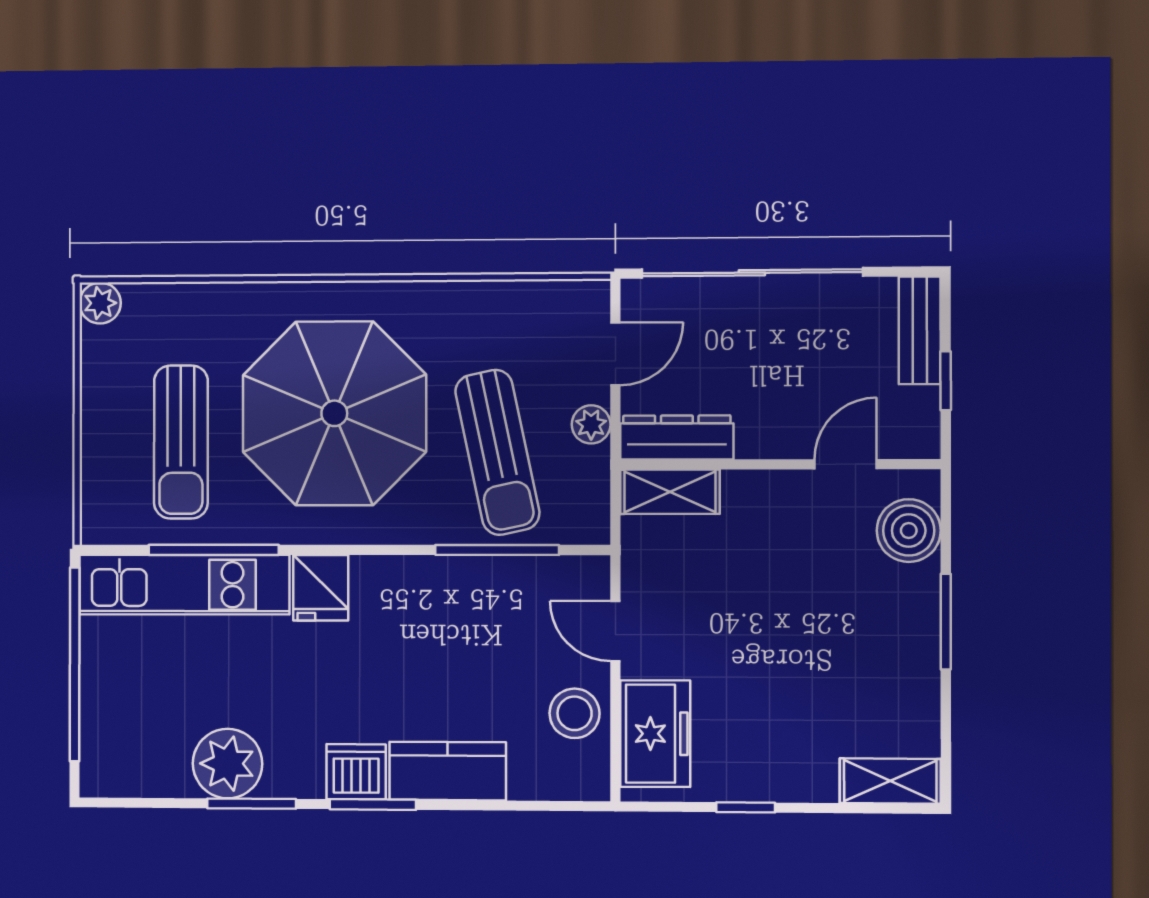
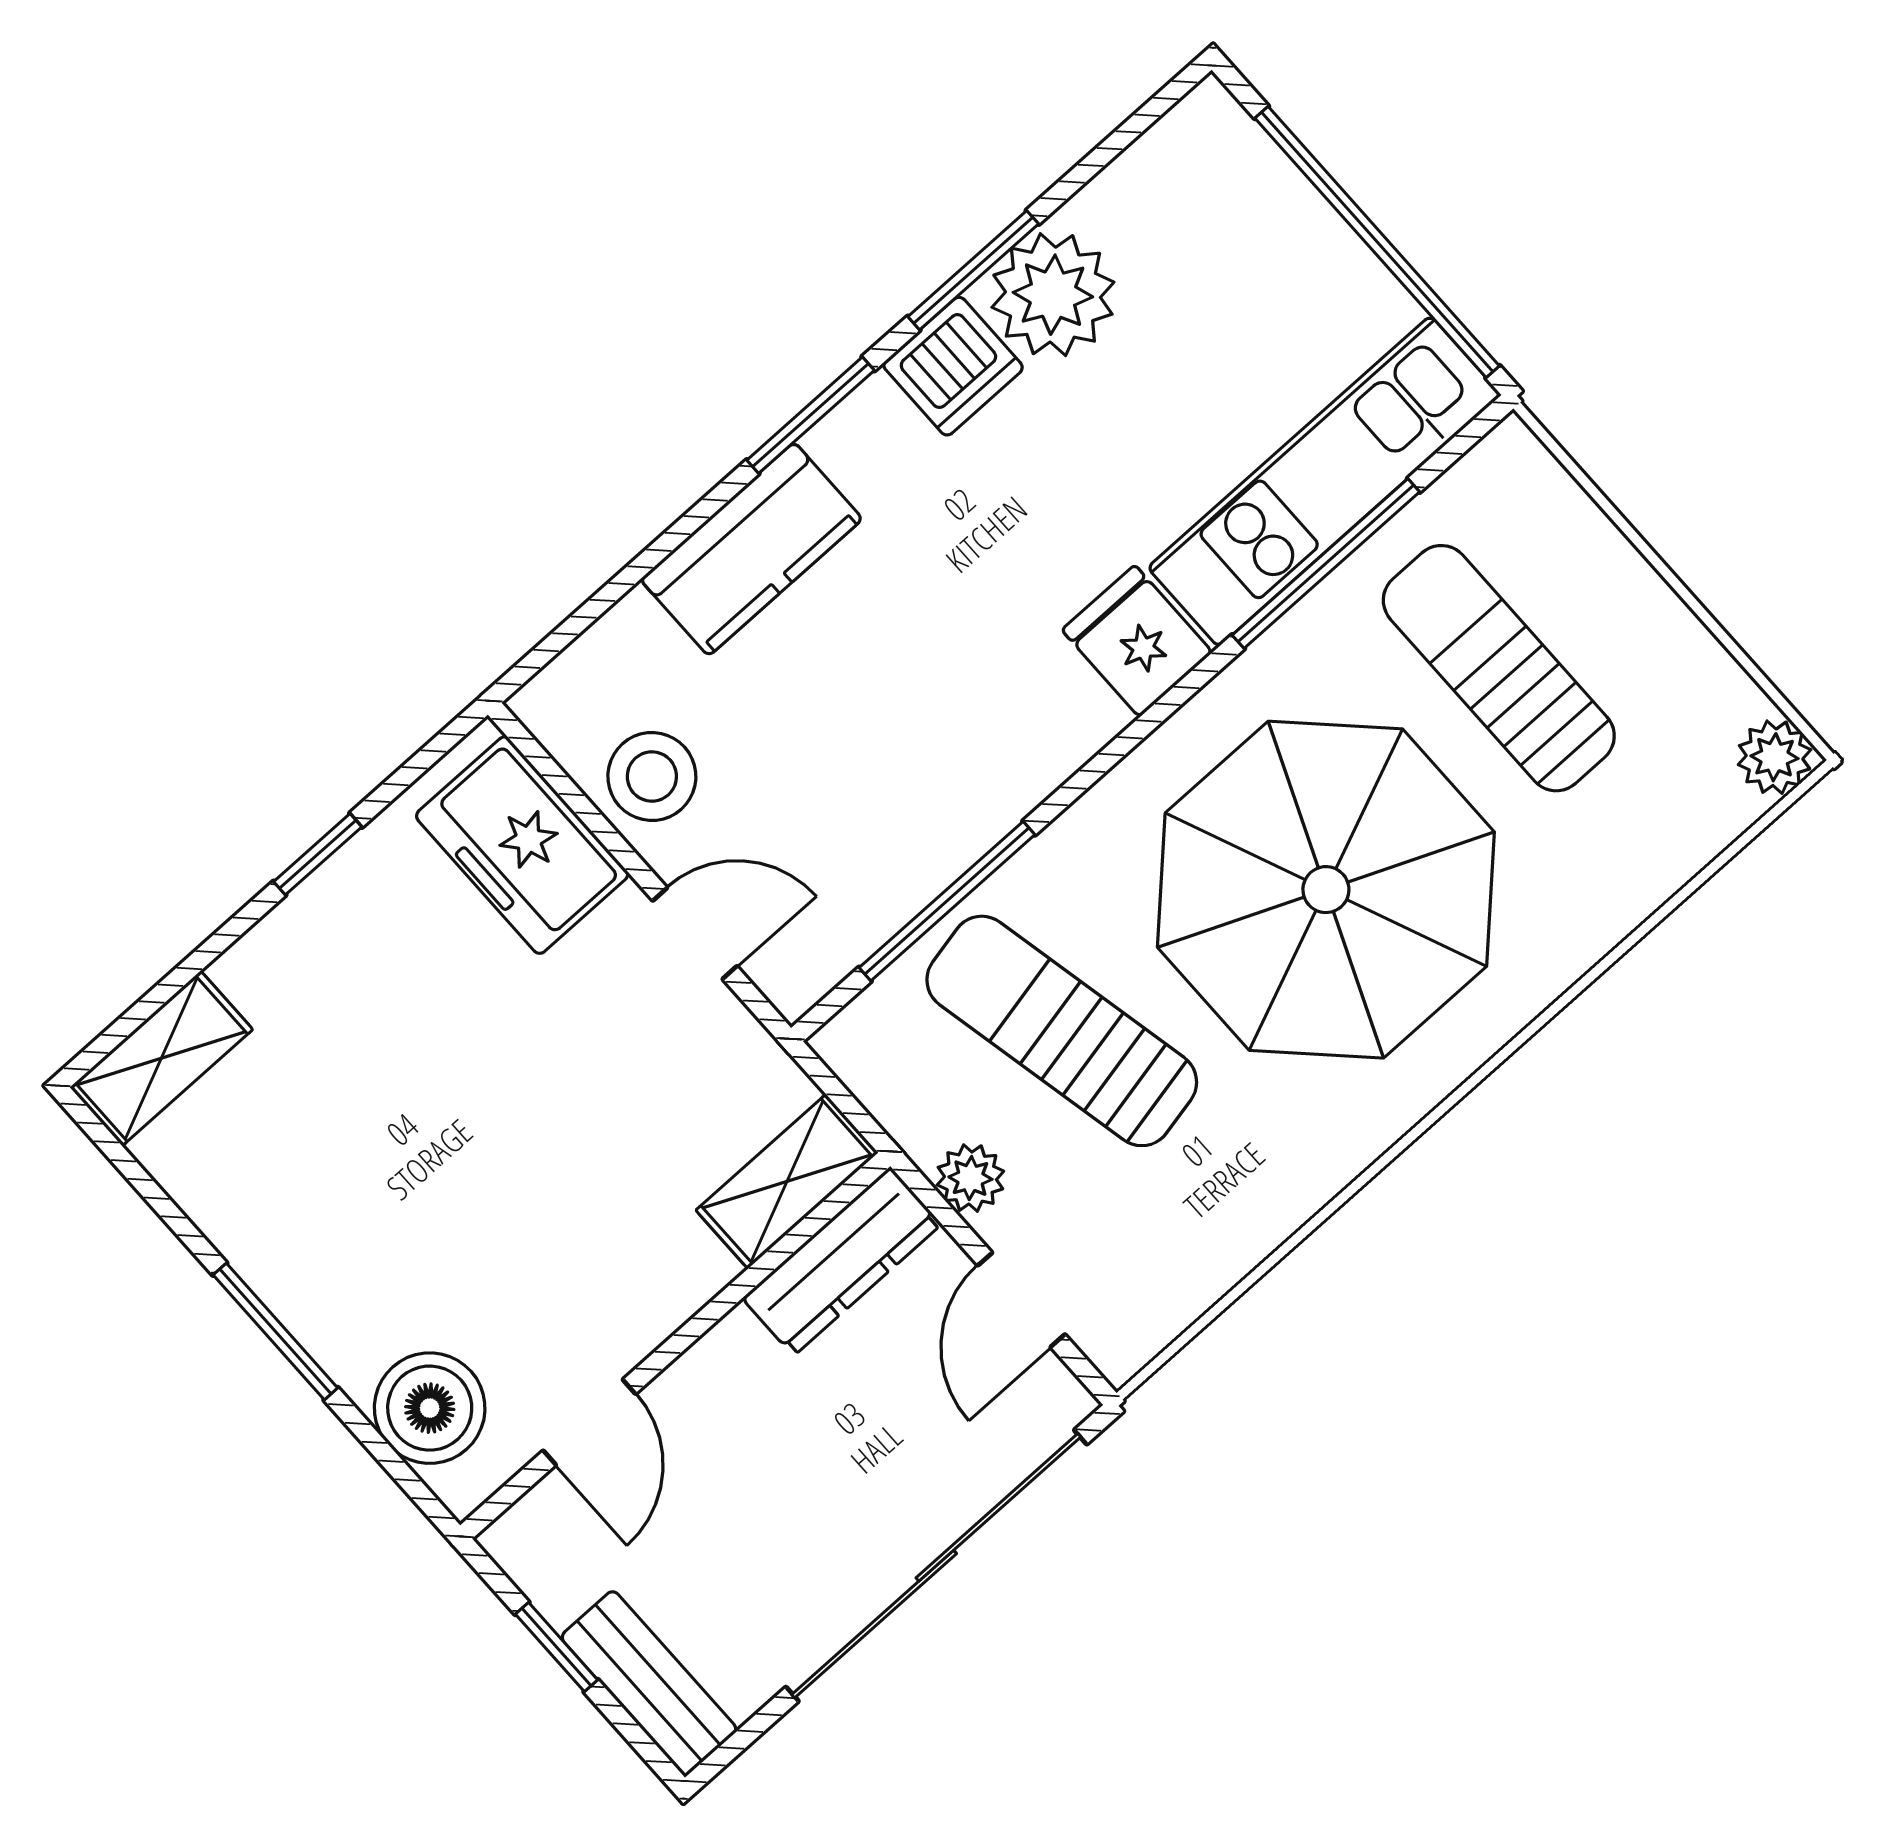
dishwasher: (356, 772) -> (953, 366), moved

